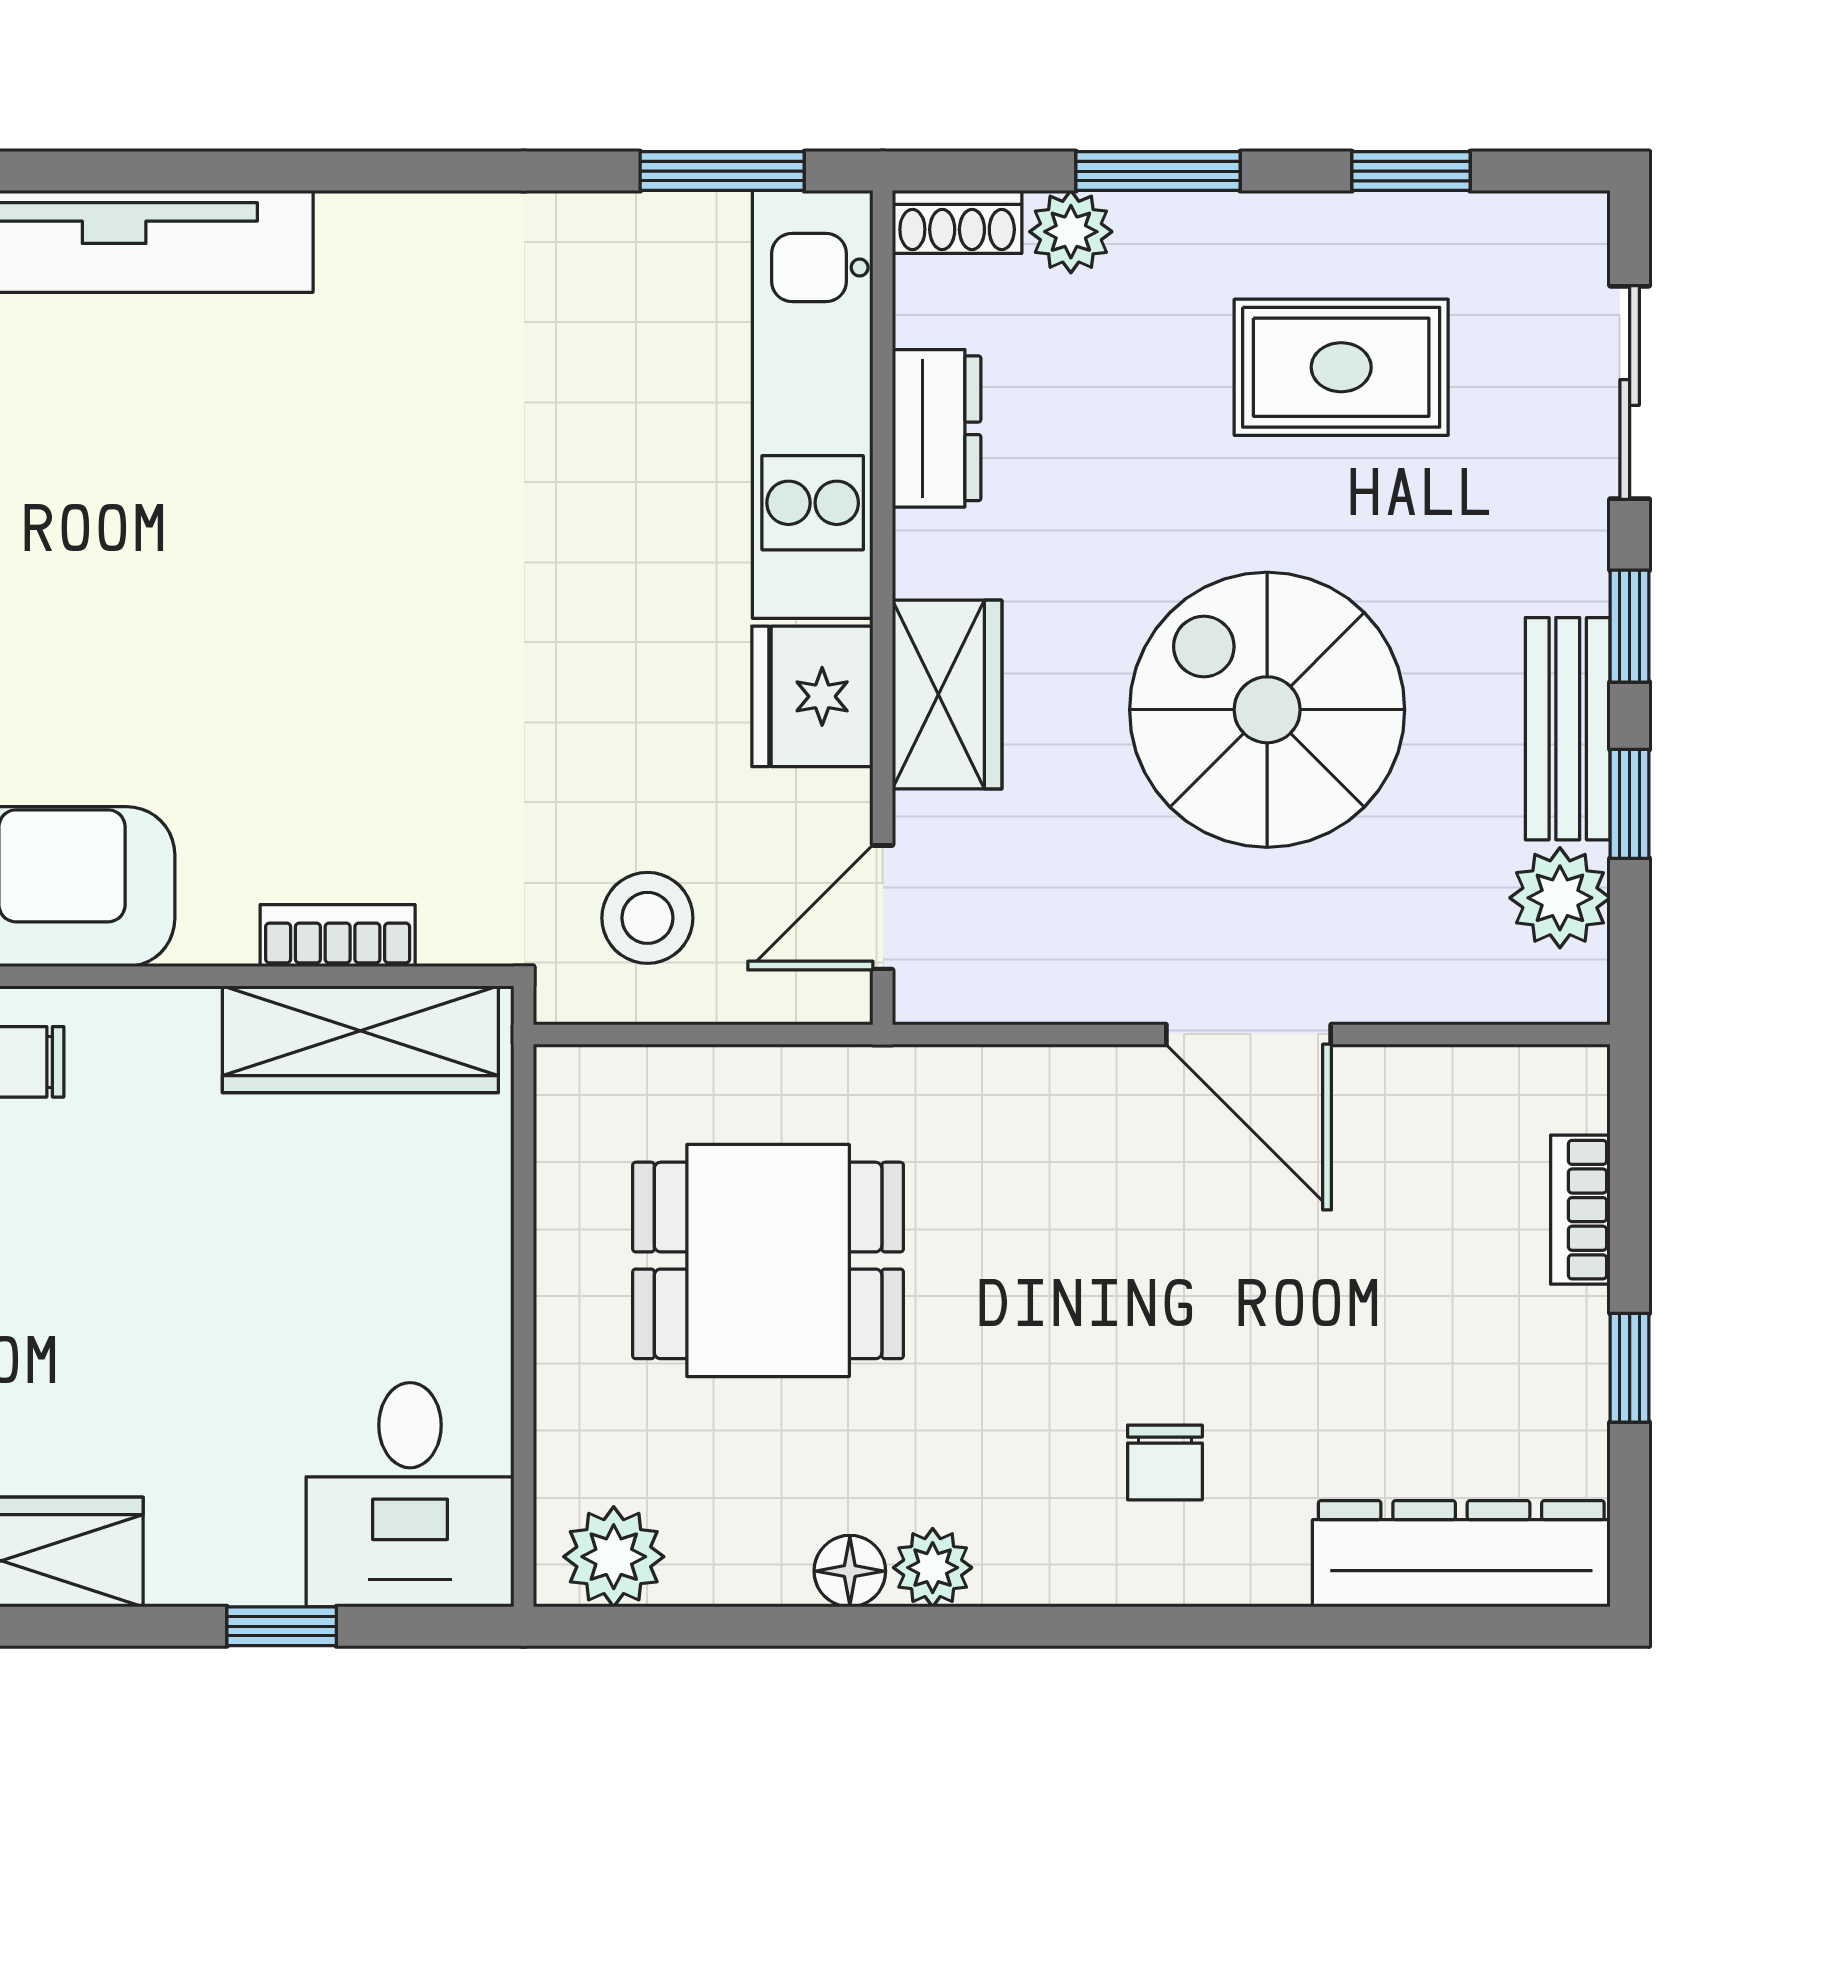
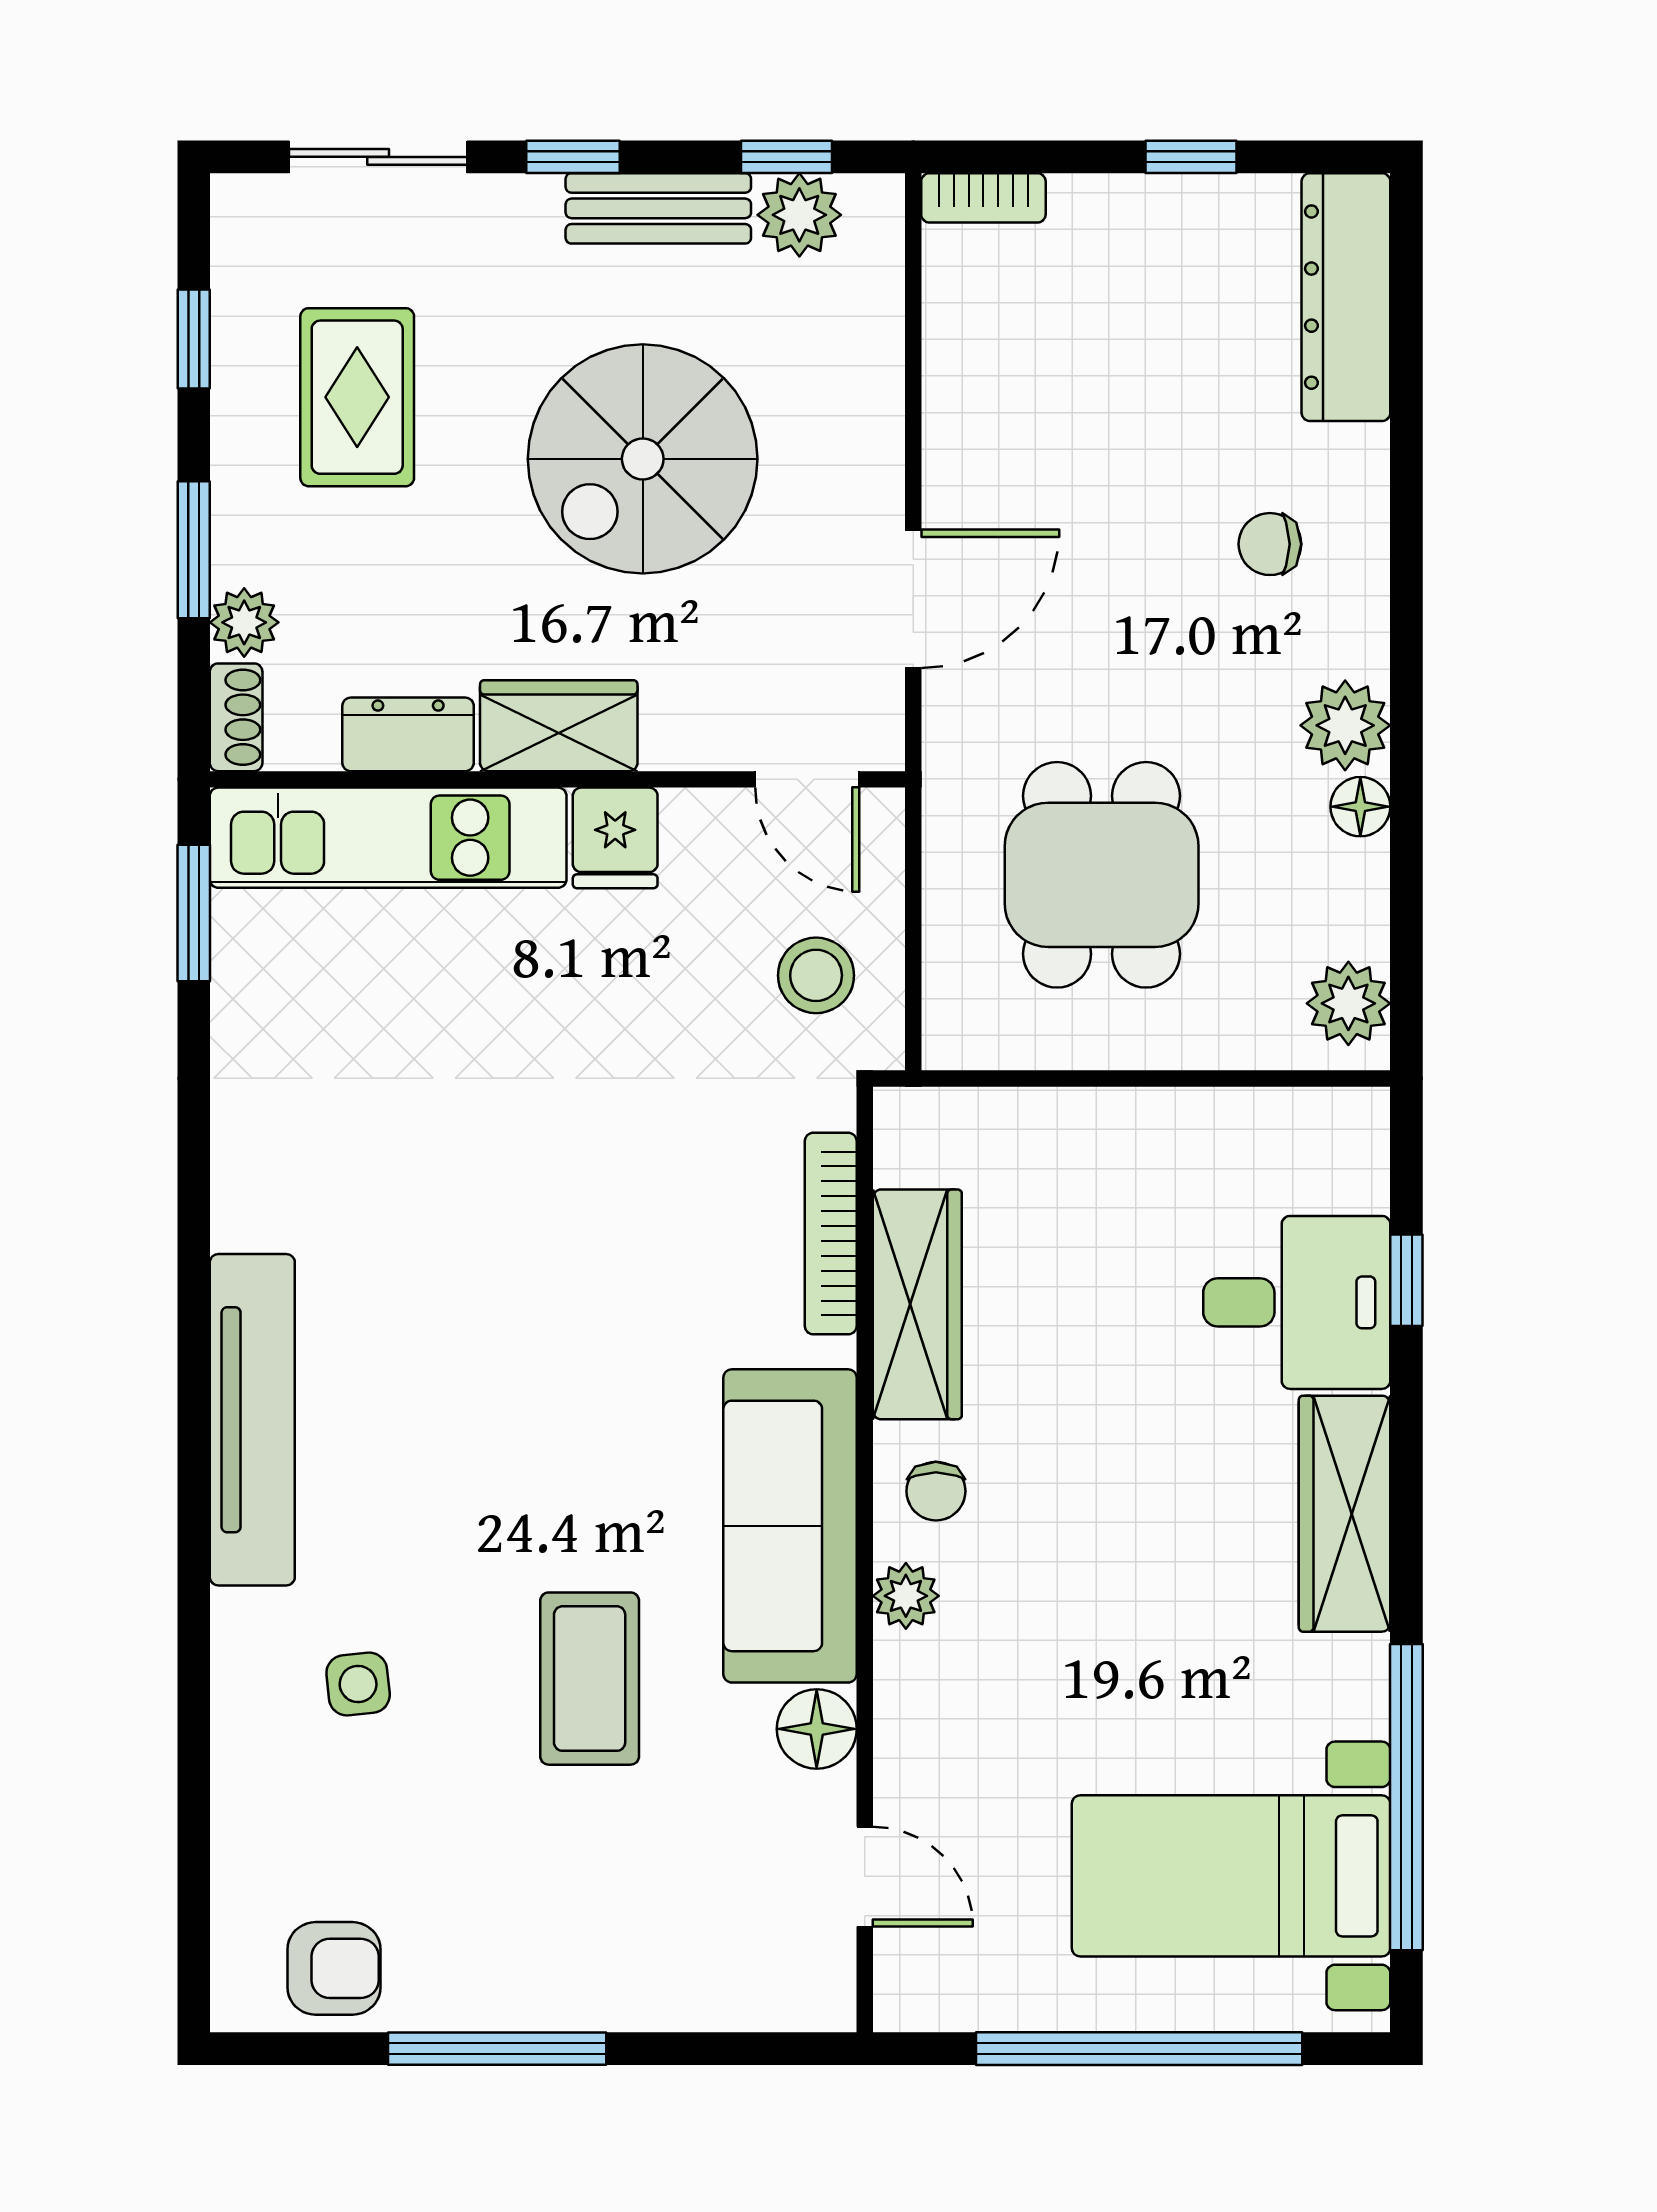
wardrobe: (947, 695) -> (559, 726), moved
fridge: (812, 696) -> (615, 838), width x0.72
window: (1630, 804) -> (786, 157), moved
bookcase: (338, 936) -> (831, 1234), width x1.56
door: (1249, 1034) -> (913, 599), moved
wardrobe: (360, 1039) -> (917, 1304), moved
bookcase: (1580, 1210) -> (983, 198), moved
chair: (1165, 1462) -> (1270, 544), turned 180
desk: (410, 1495) -> (1297, 1302), moved
plant: (933, 1568) -> (1345, 725), width x1.38, depth x1.38

